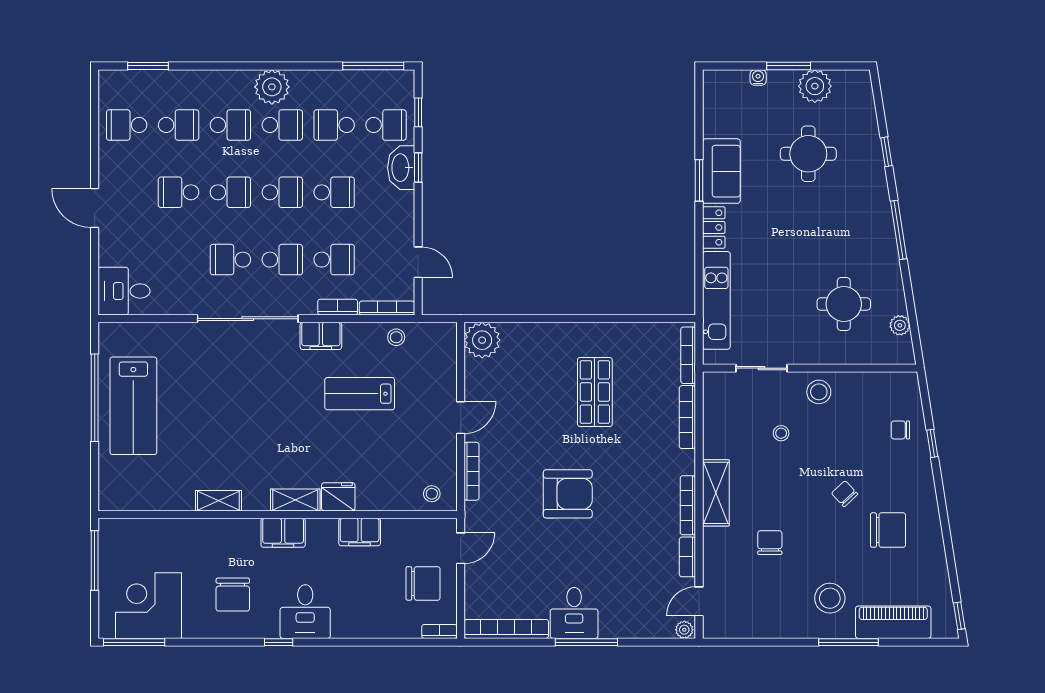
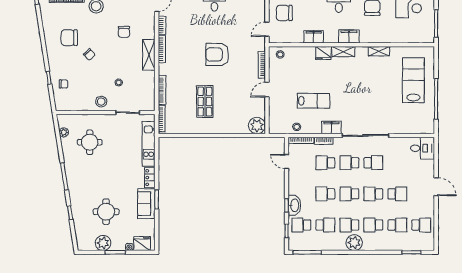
fridge: (730, 85) -> (142, 244), added
school desk: (179, 125) -> (397, 225), turned 180
lab bench: (133, 406) -> (413, 80), moved

